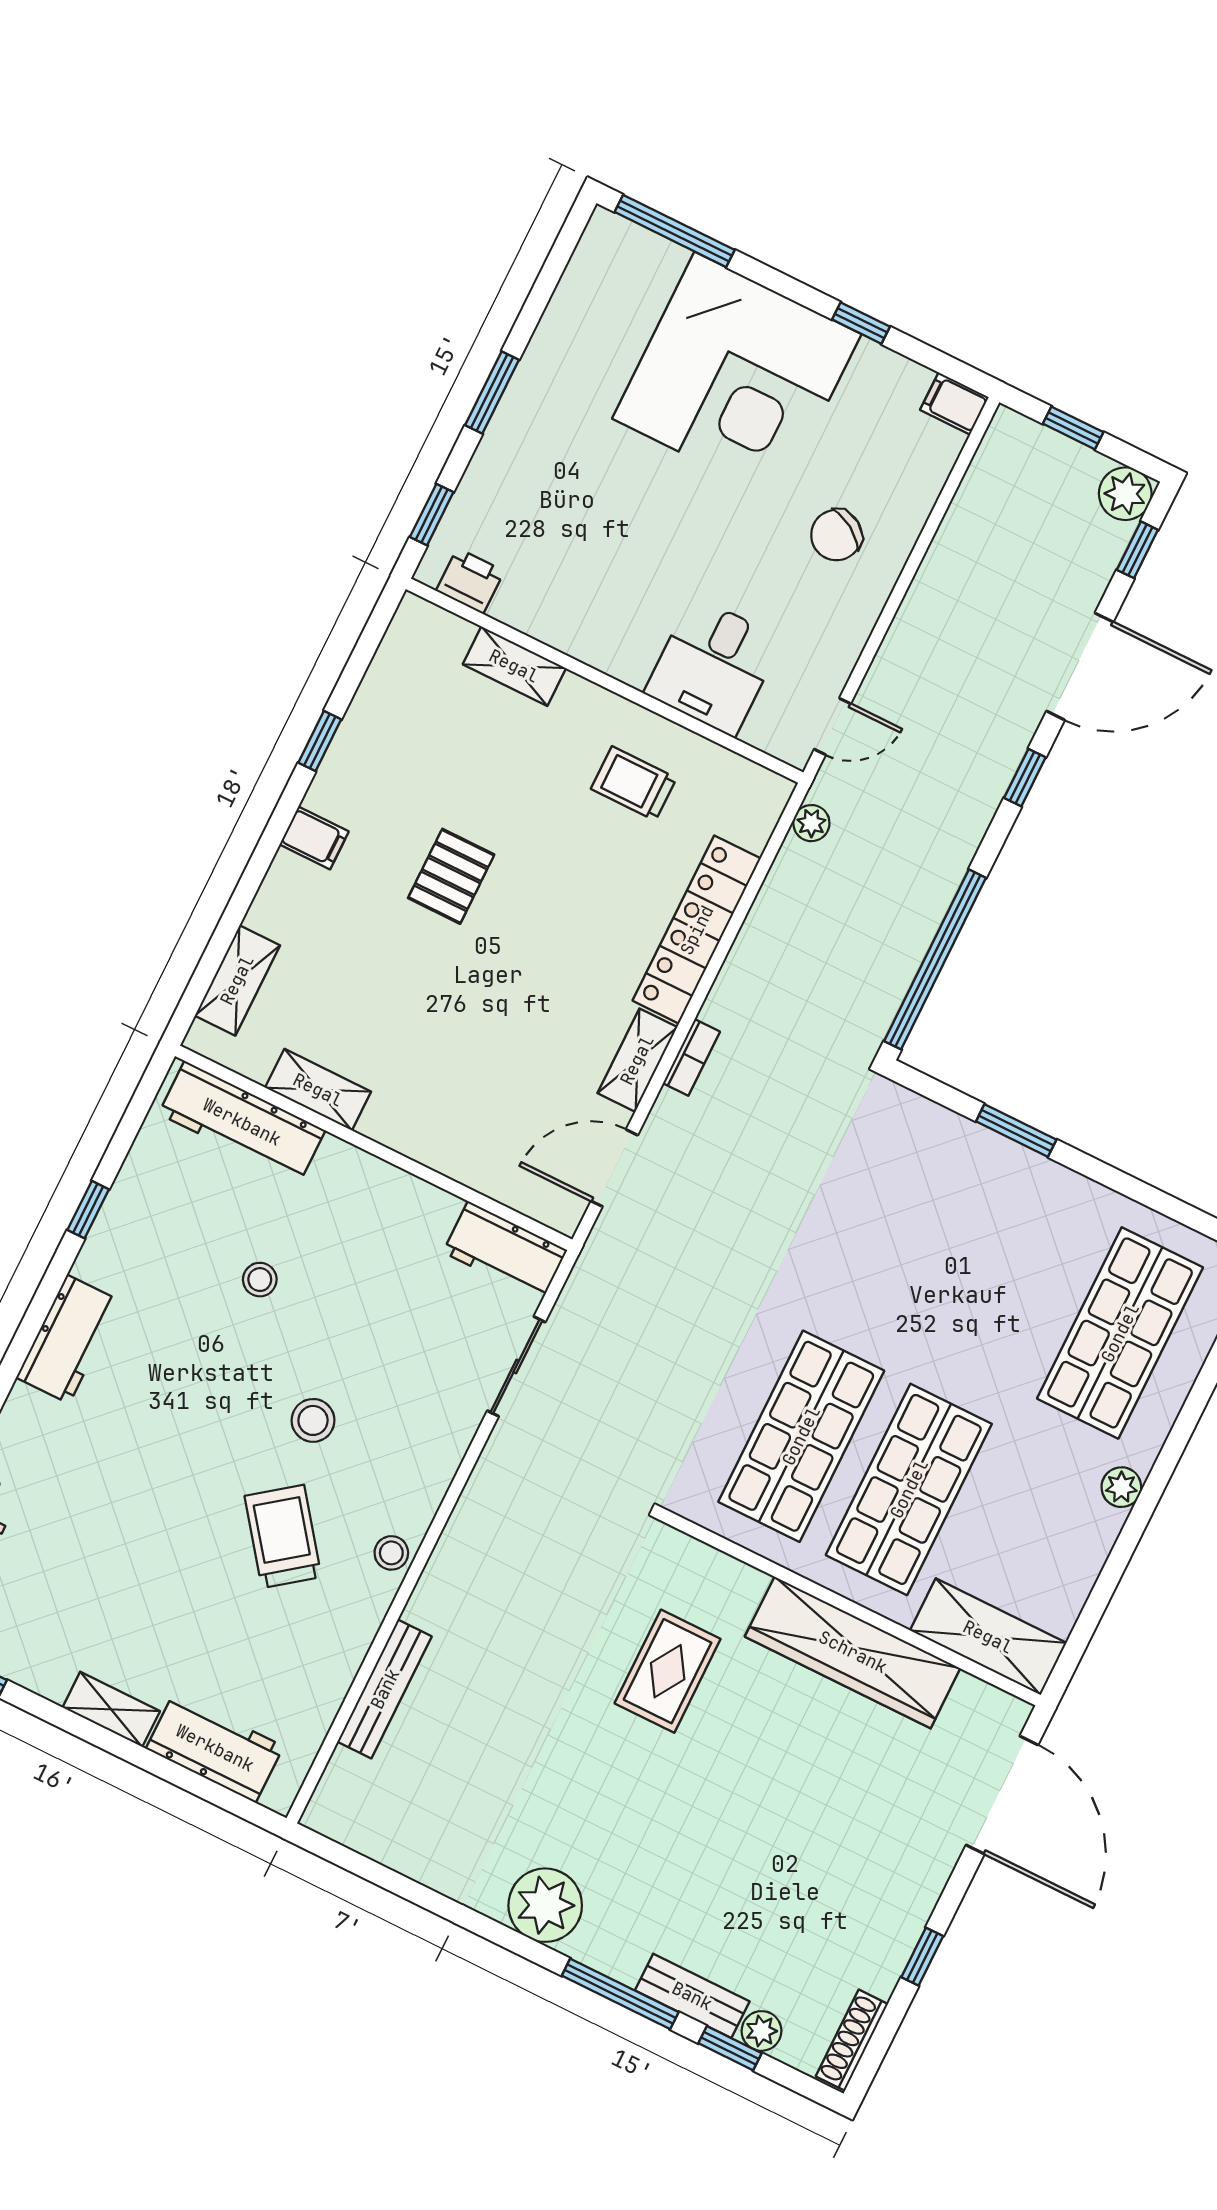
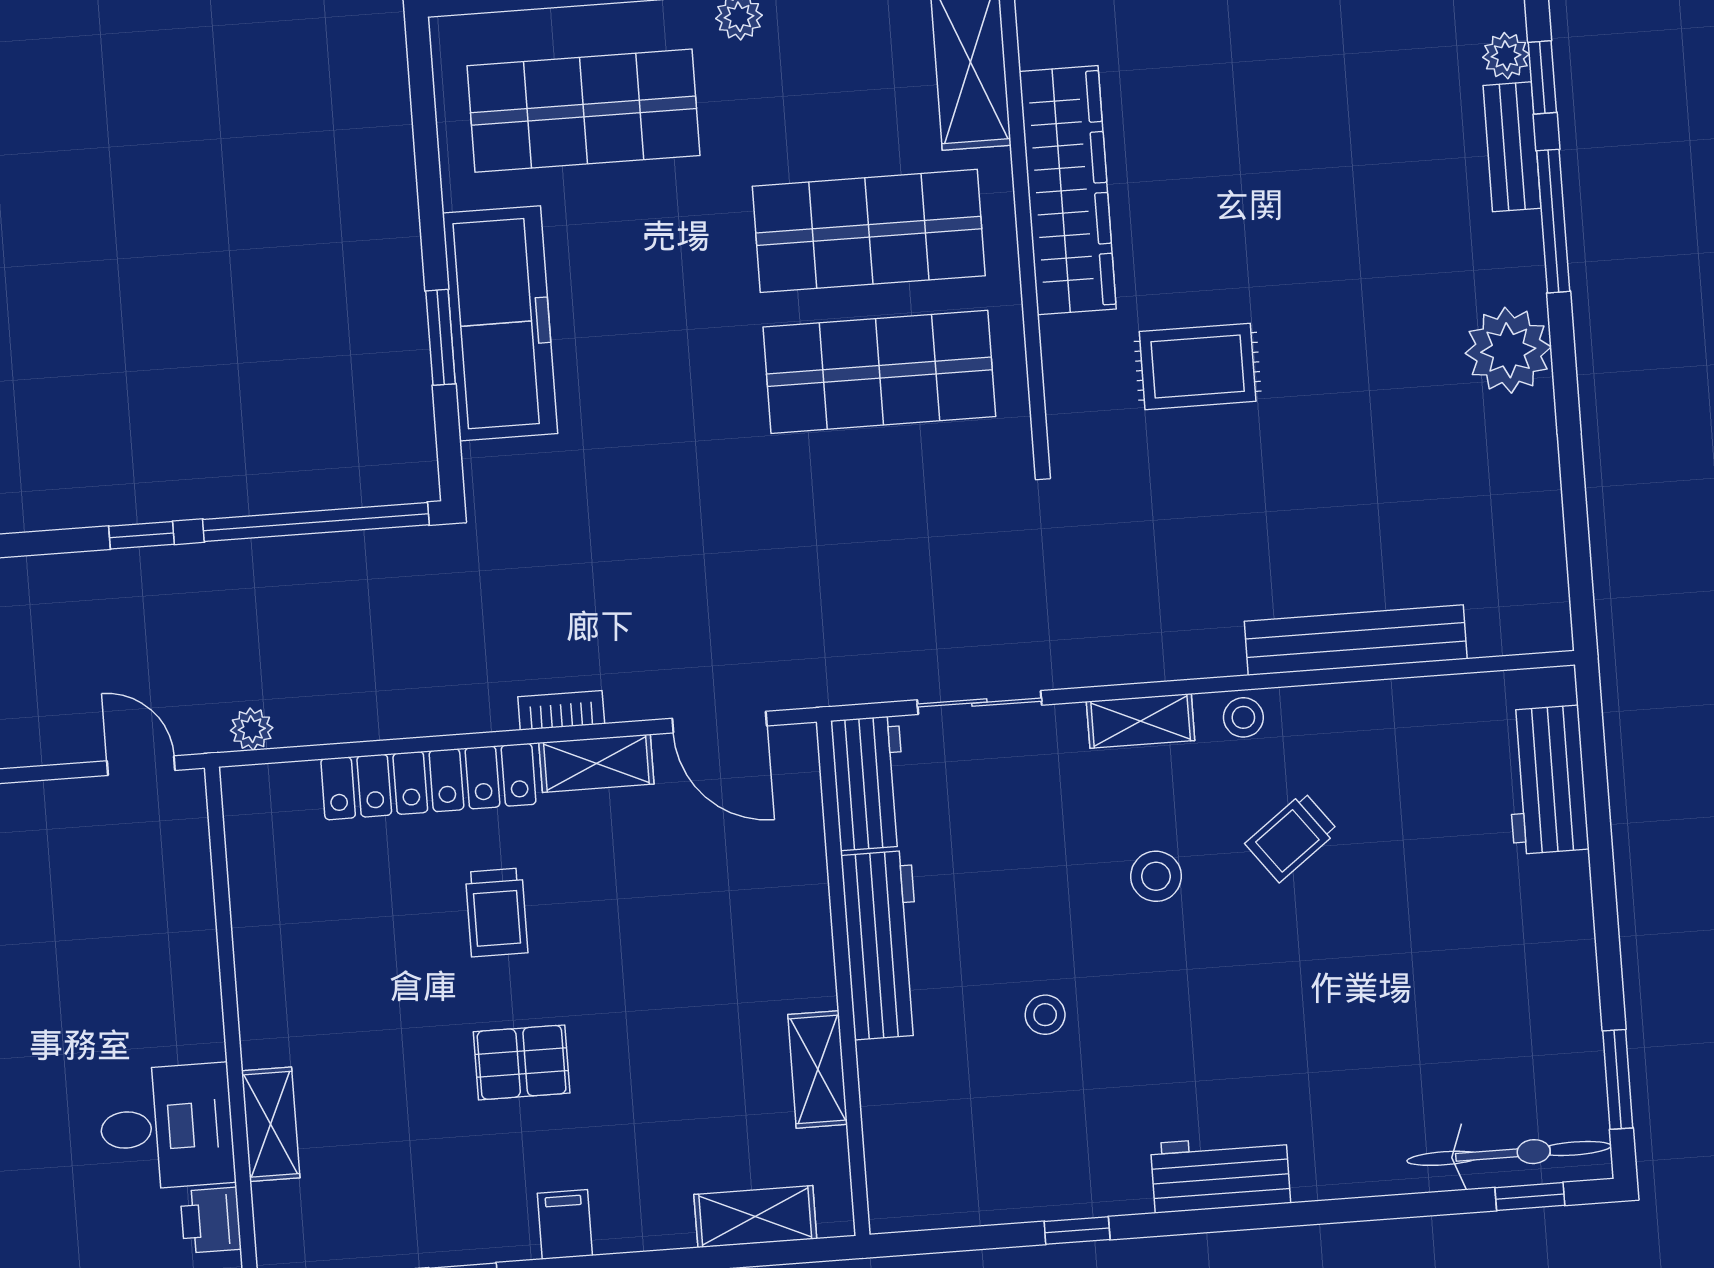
desk: (713, 666) -> (167, 1127), moved
window: (1025, 778) -> (141, 535), moved
trolley: (634, 783) -> (496, 912), moved
workbench: (242, 1122) -> (882, 945), moved
freezer: (1001, 1180) -> (500, 323), added
trolley: (283, 1536) -> (1292, 837), width x0.73, depth x0.72
bench: (385, 1689) -> (1356, 640), width x1.37, depth x1.21
shelving: (111, 1709) -> (1141, 721), moved, turned 90

